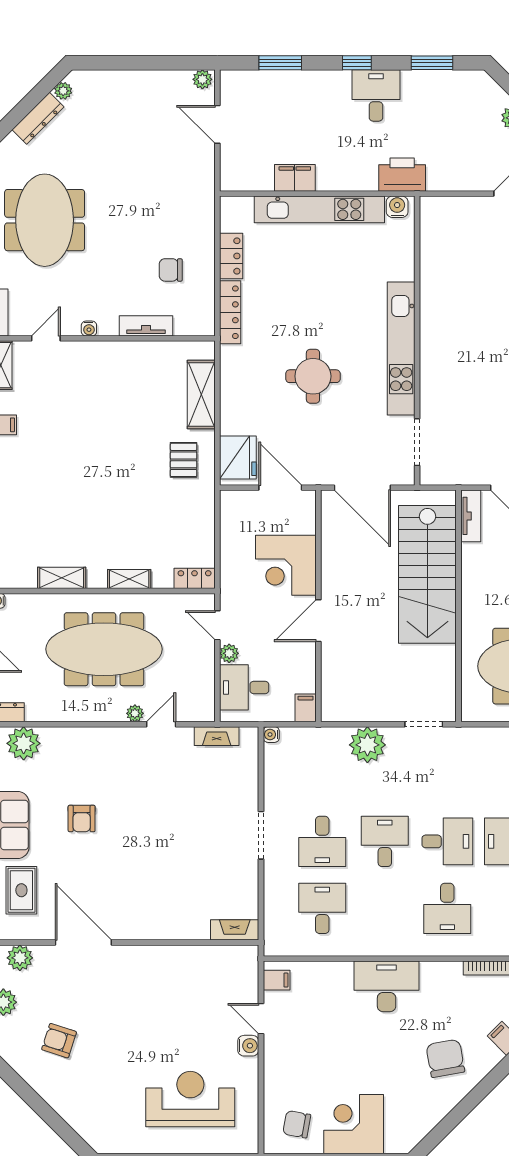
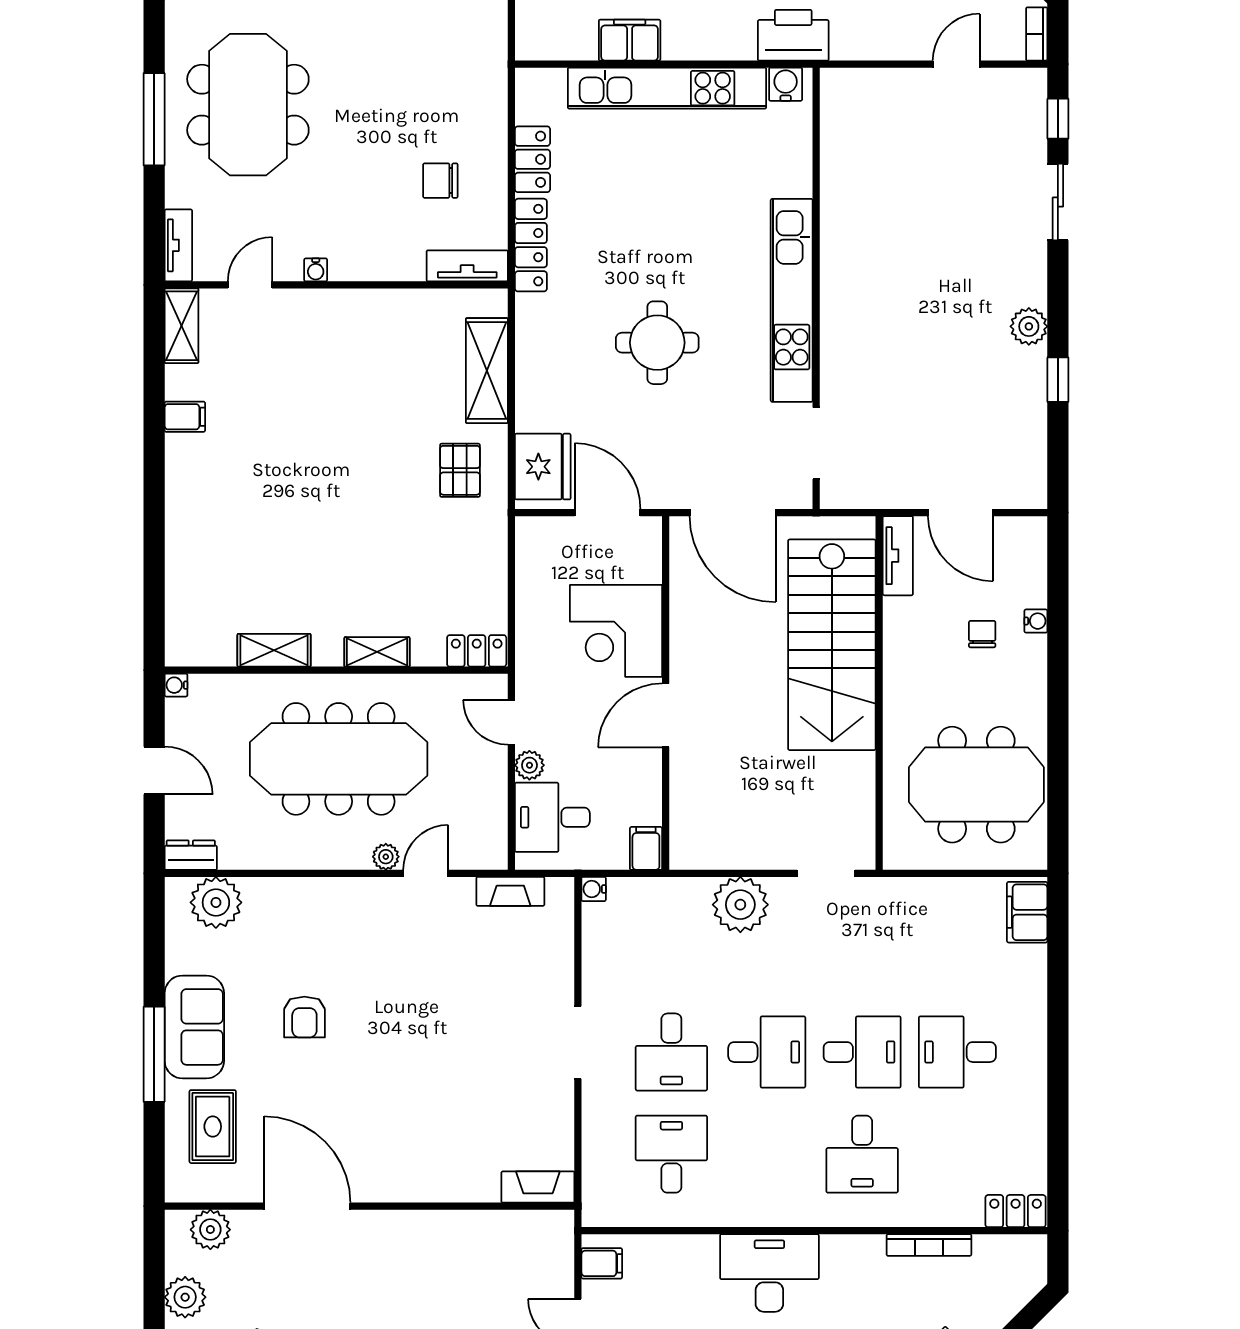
tv unit: (146, 326) -> (467, 266), moved
desk: (385, 841) -> (767, 1052), turned 90

